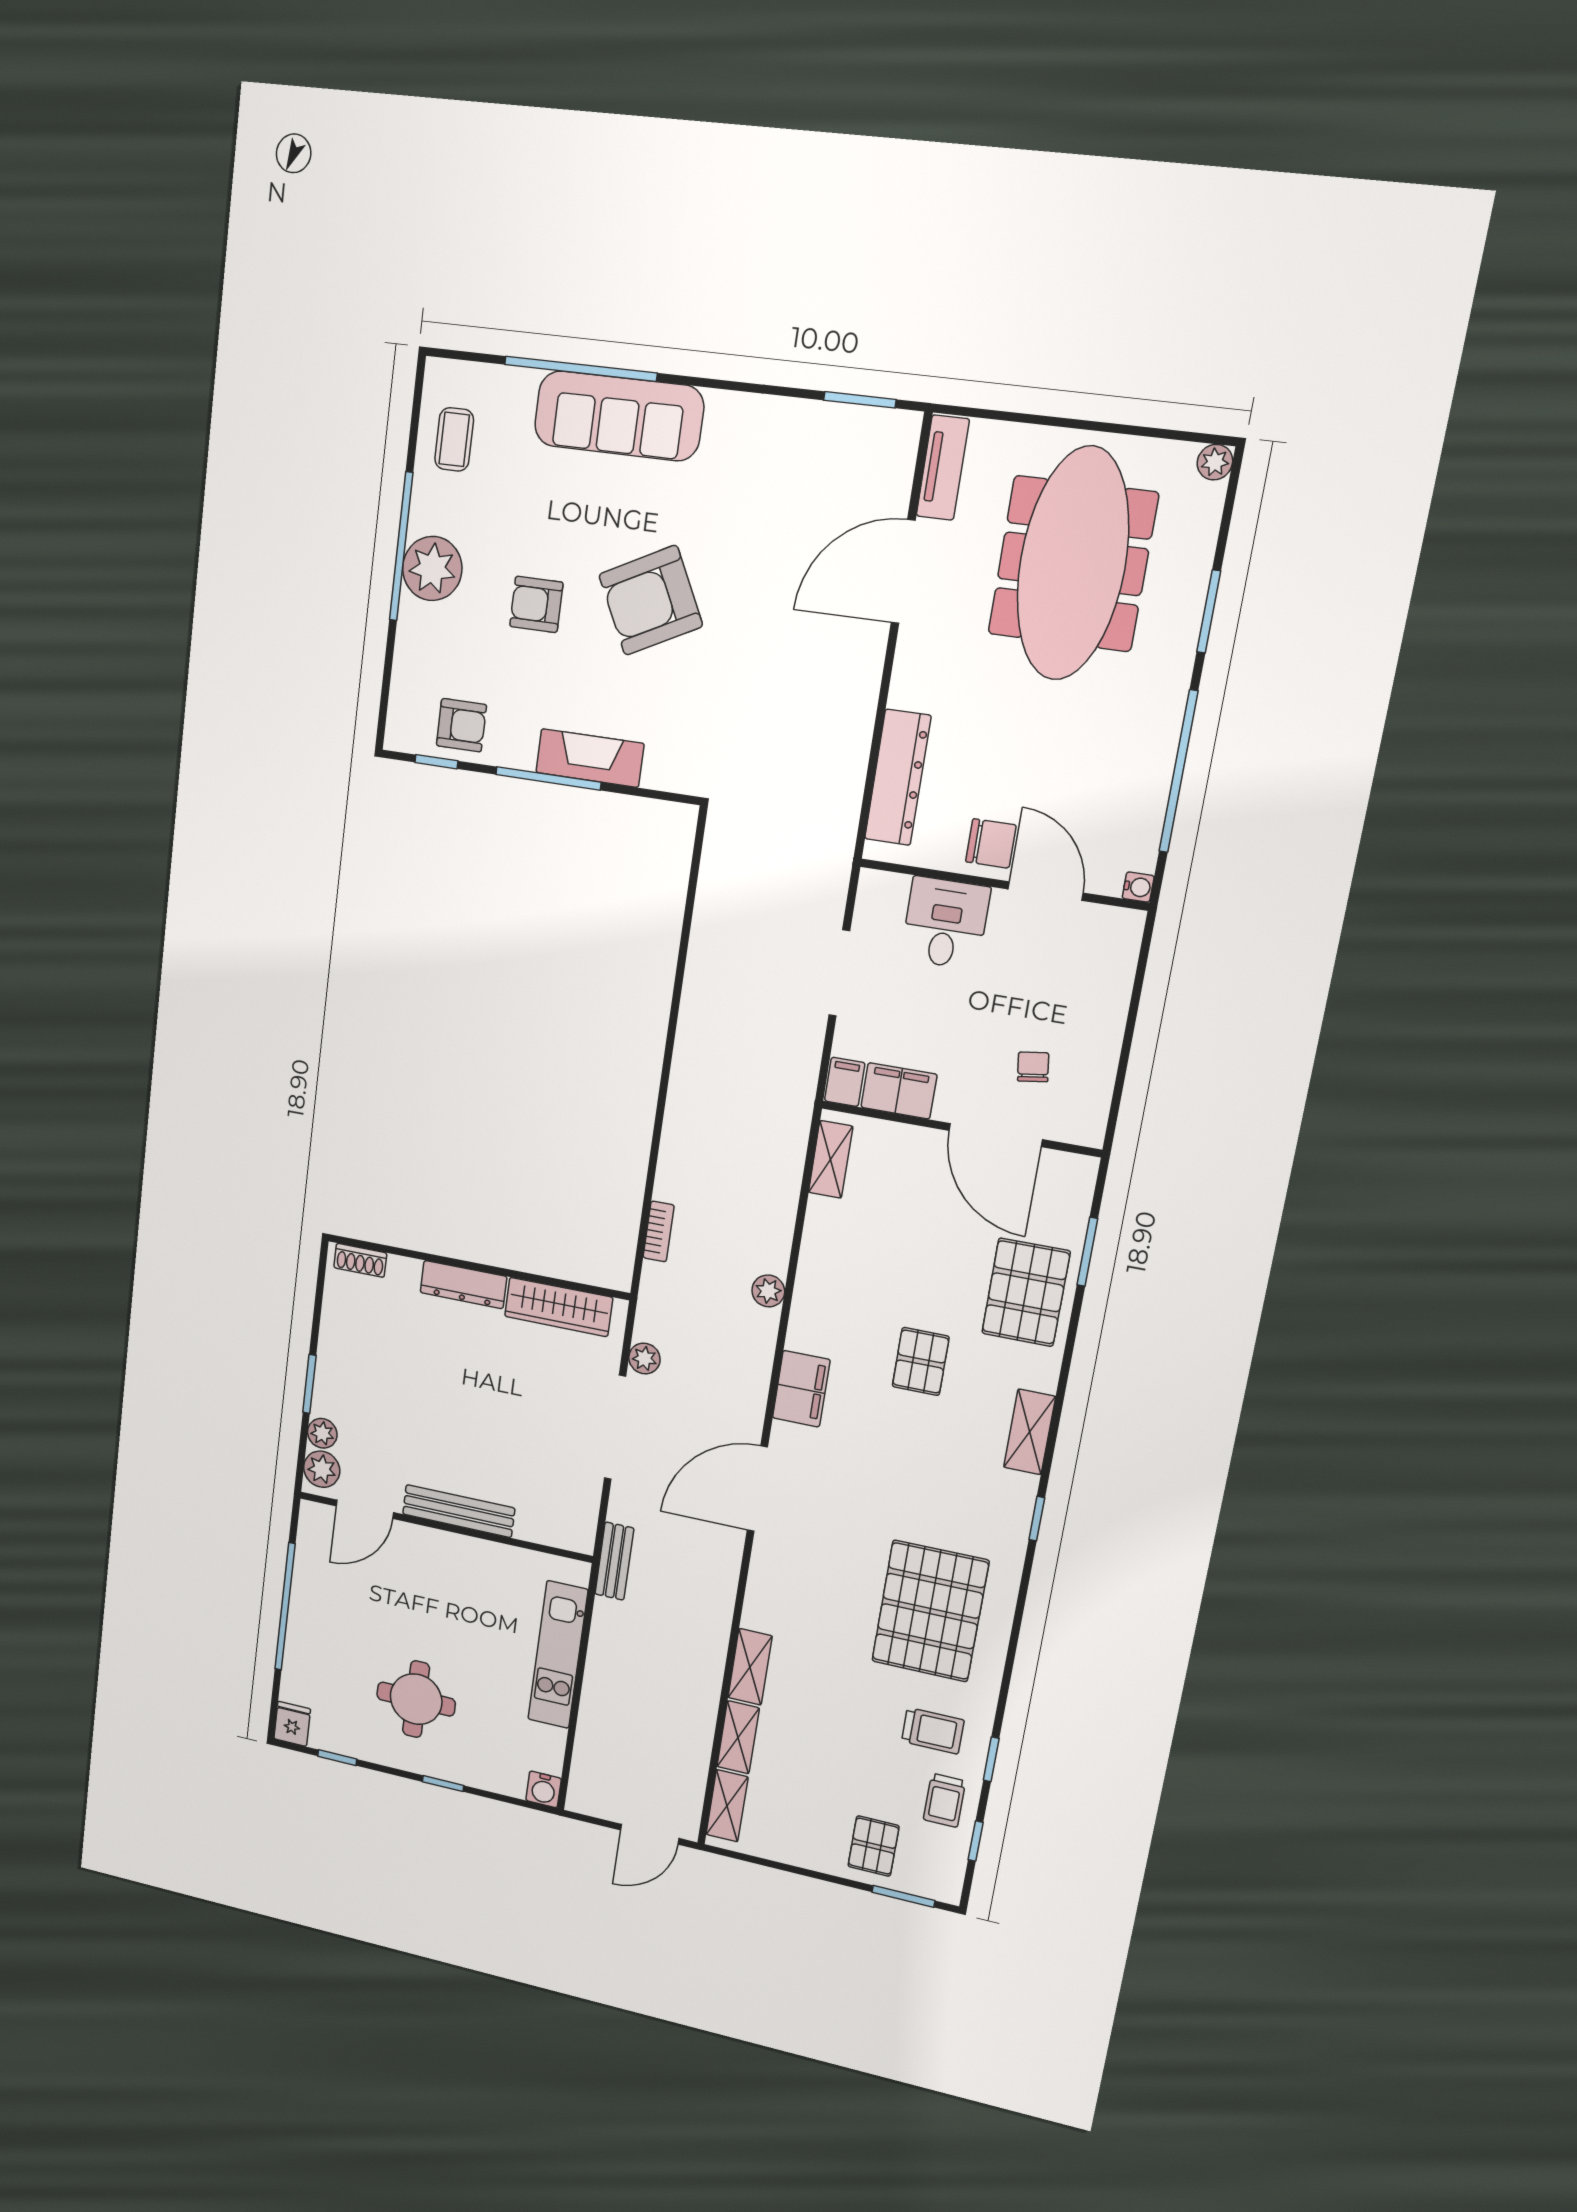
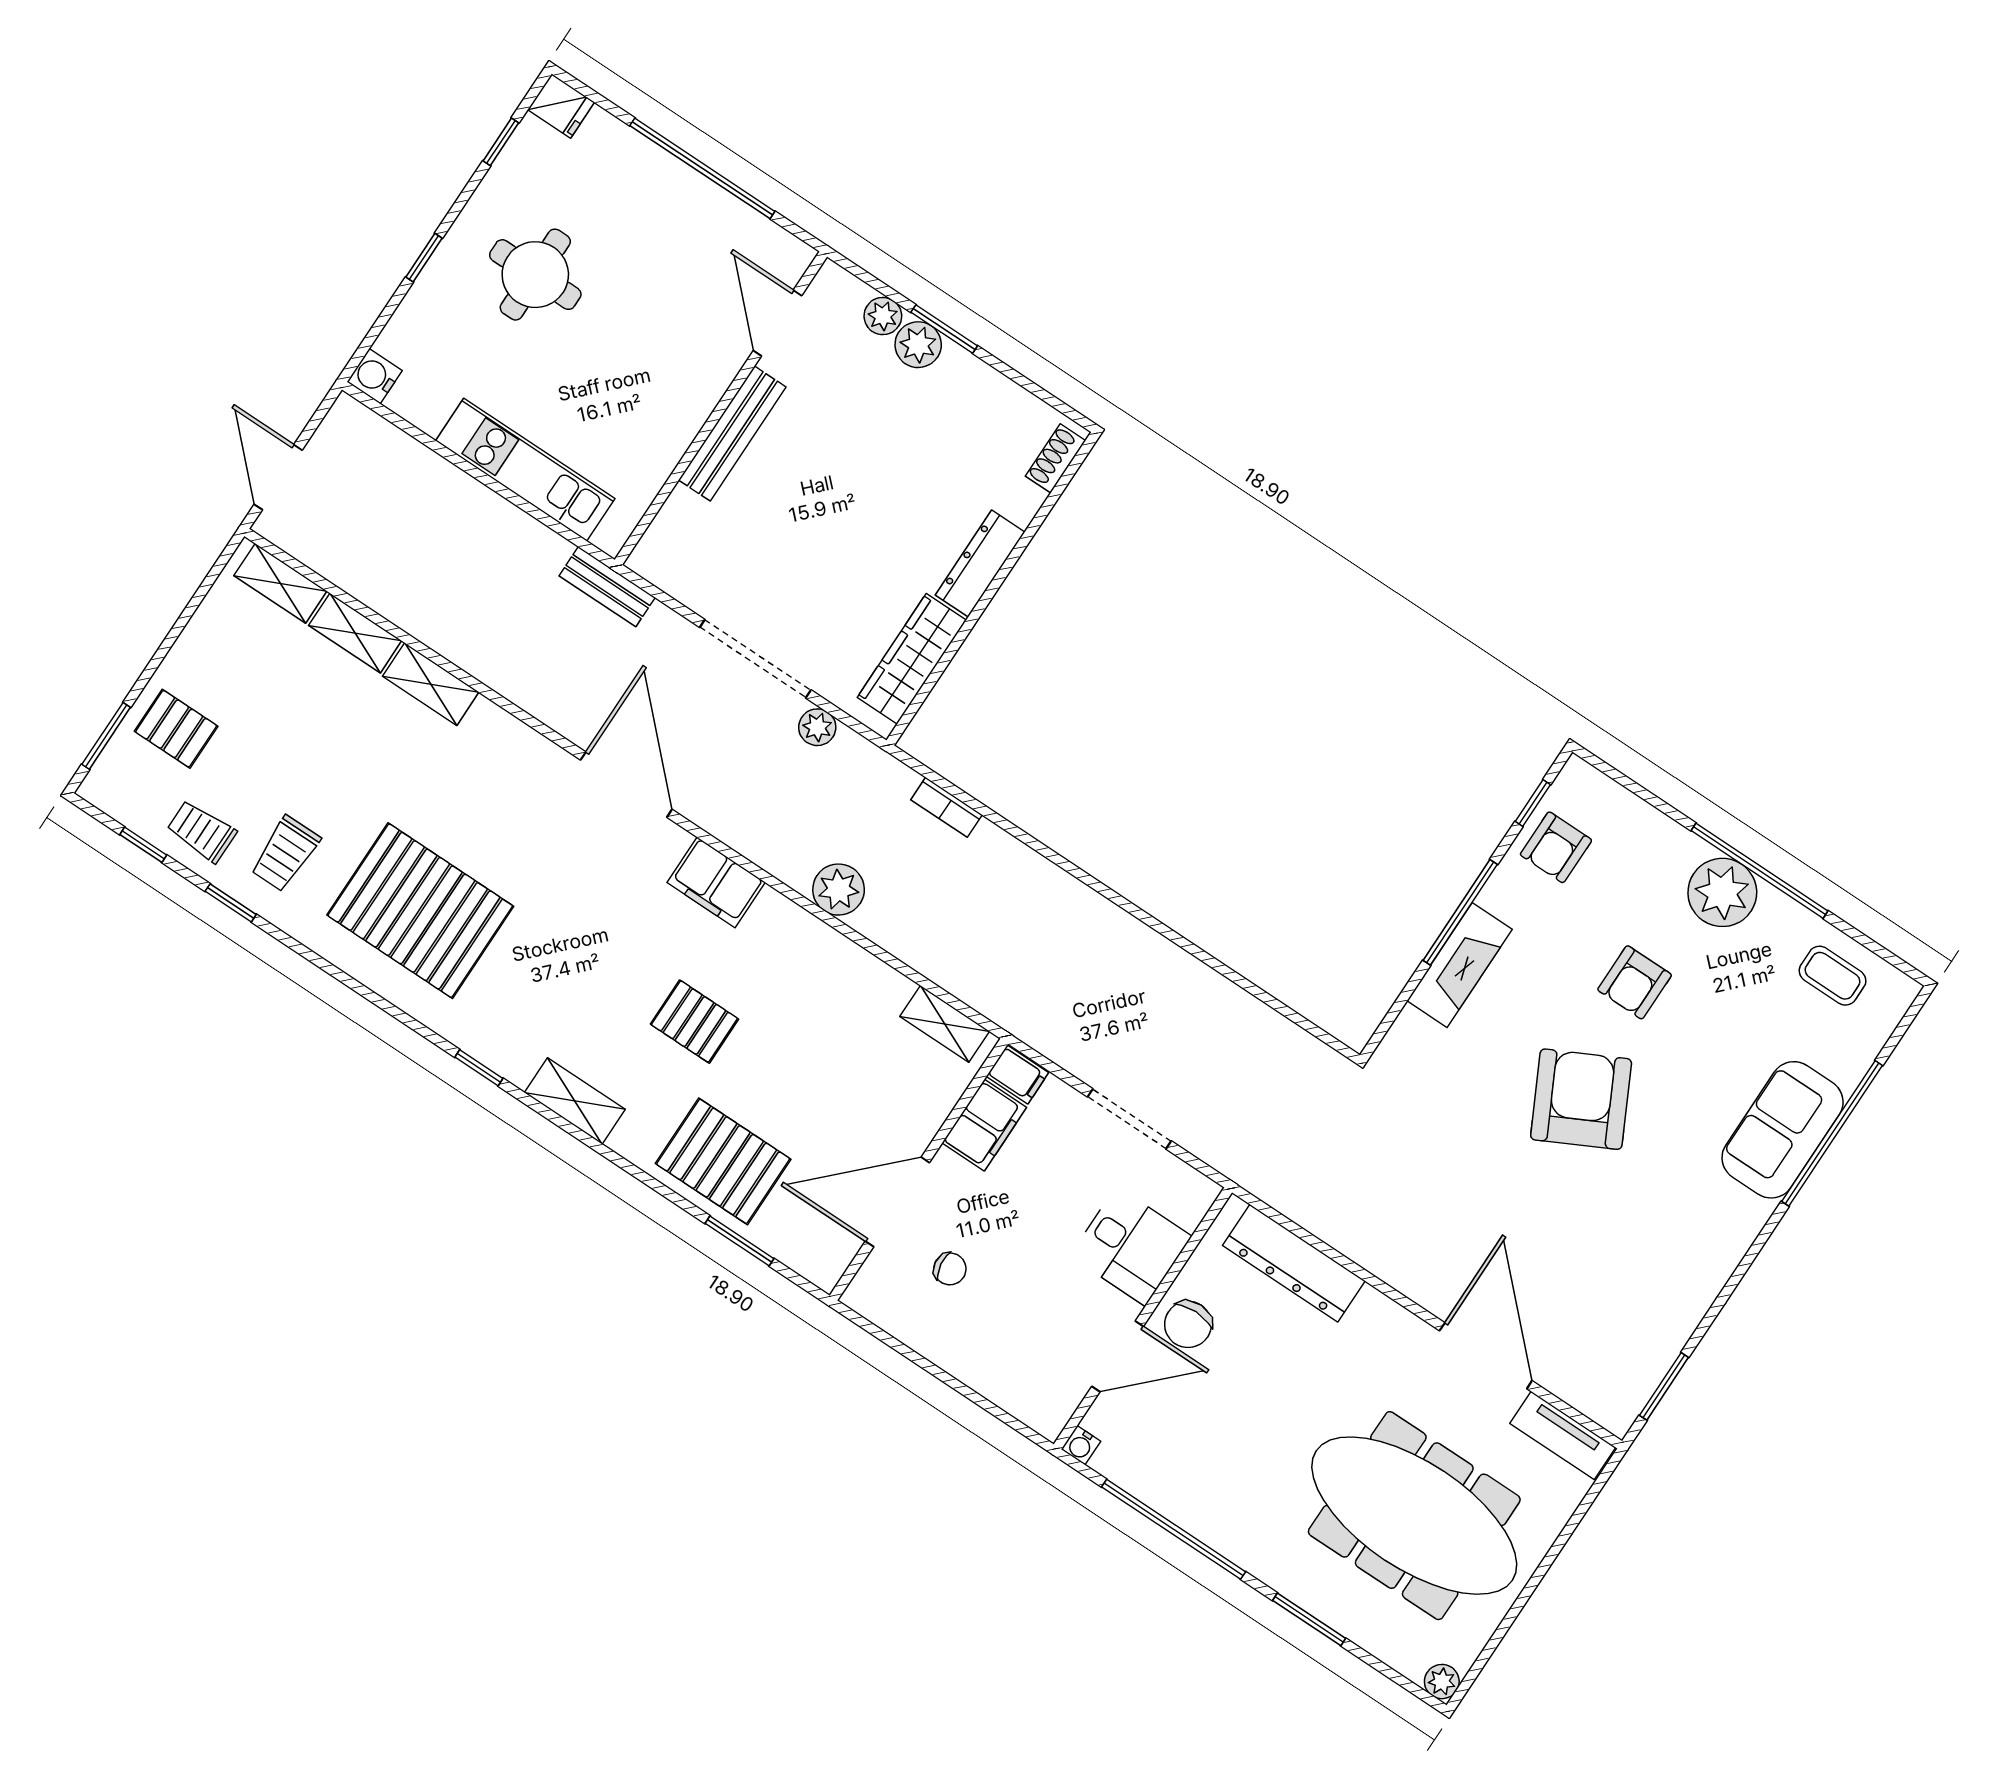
sofa: (619, 416) -> (1783, 1130), width x0.73
armchair: (536, 604) -> (1635, 982), turned 180
plant: (768, 1291) -> (839, 890), width x1.38, depth x1.38
plant: (322, 1469) -> (918, 345), moved

